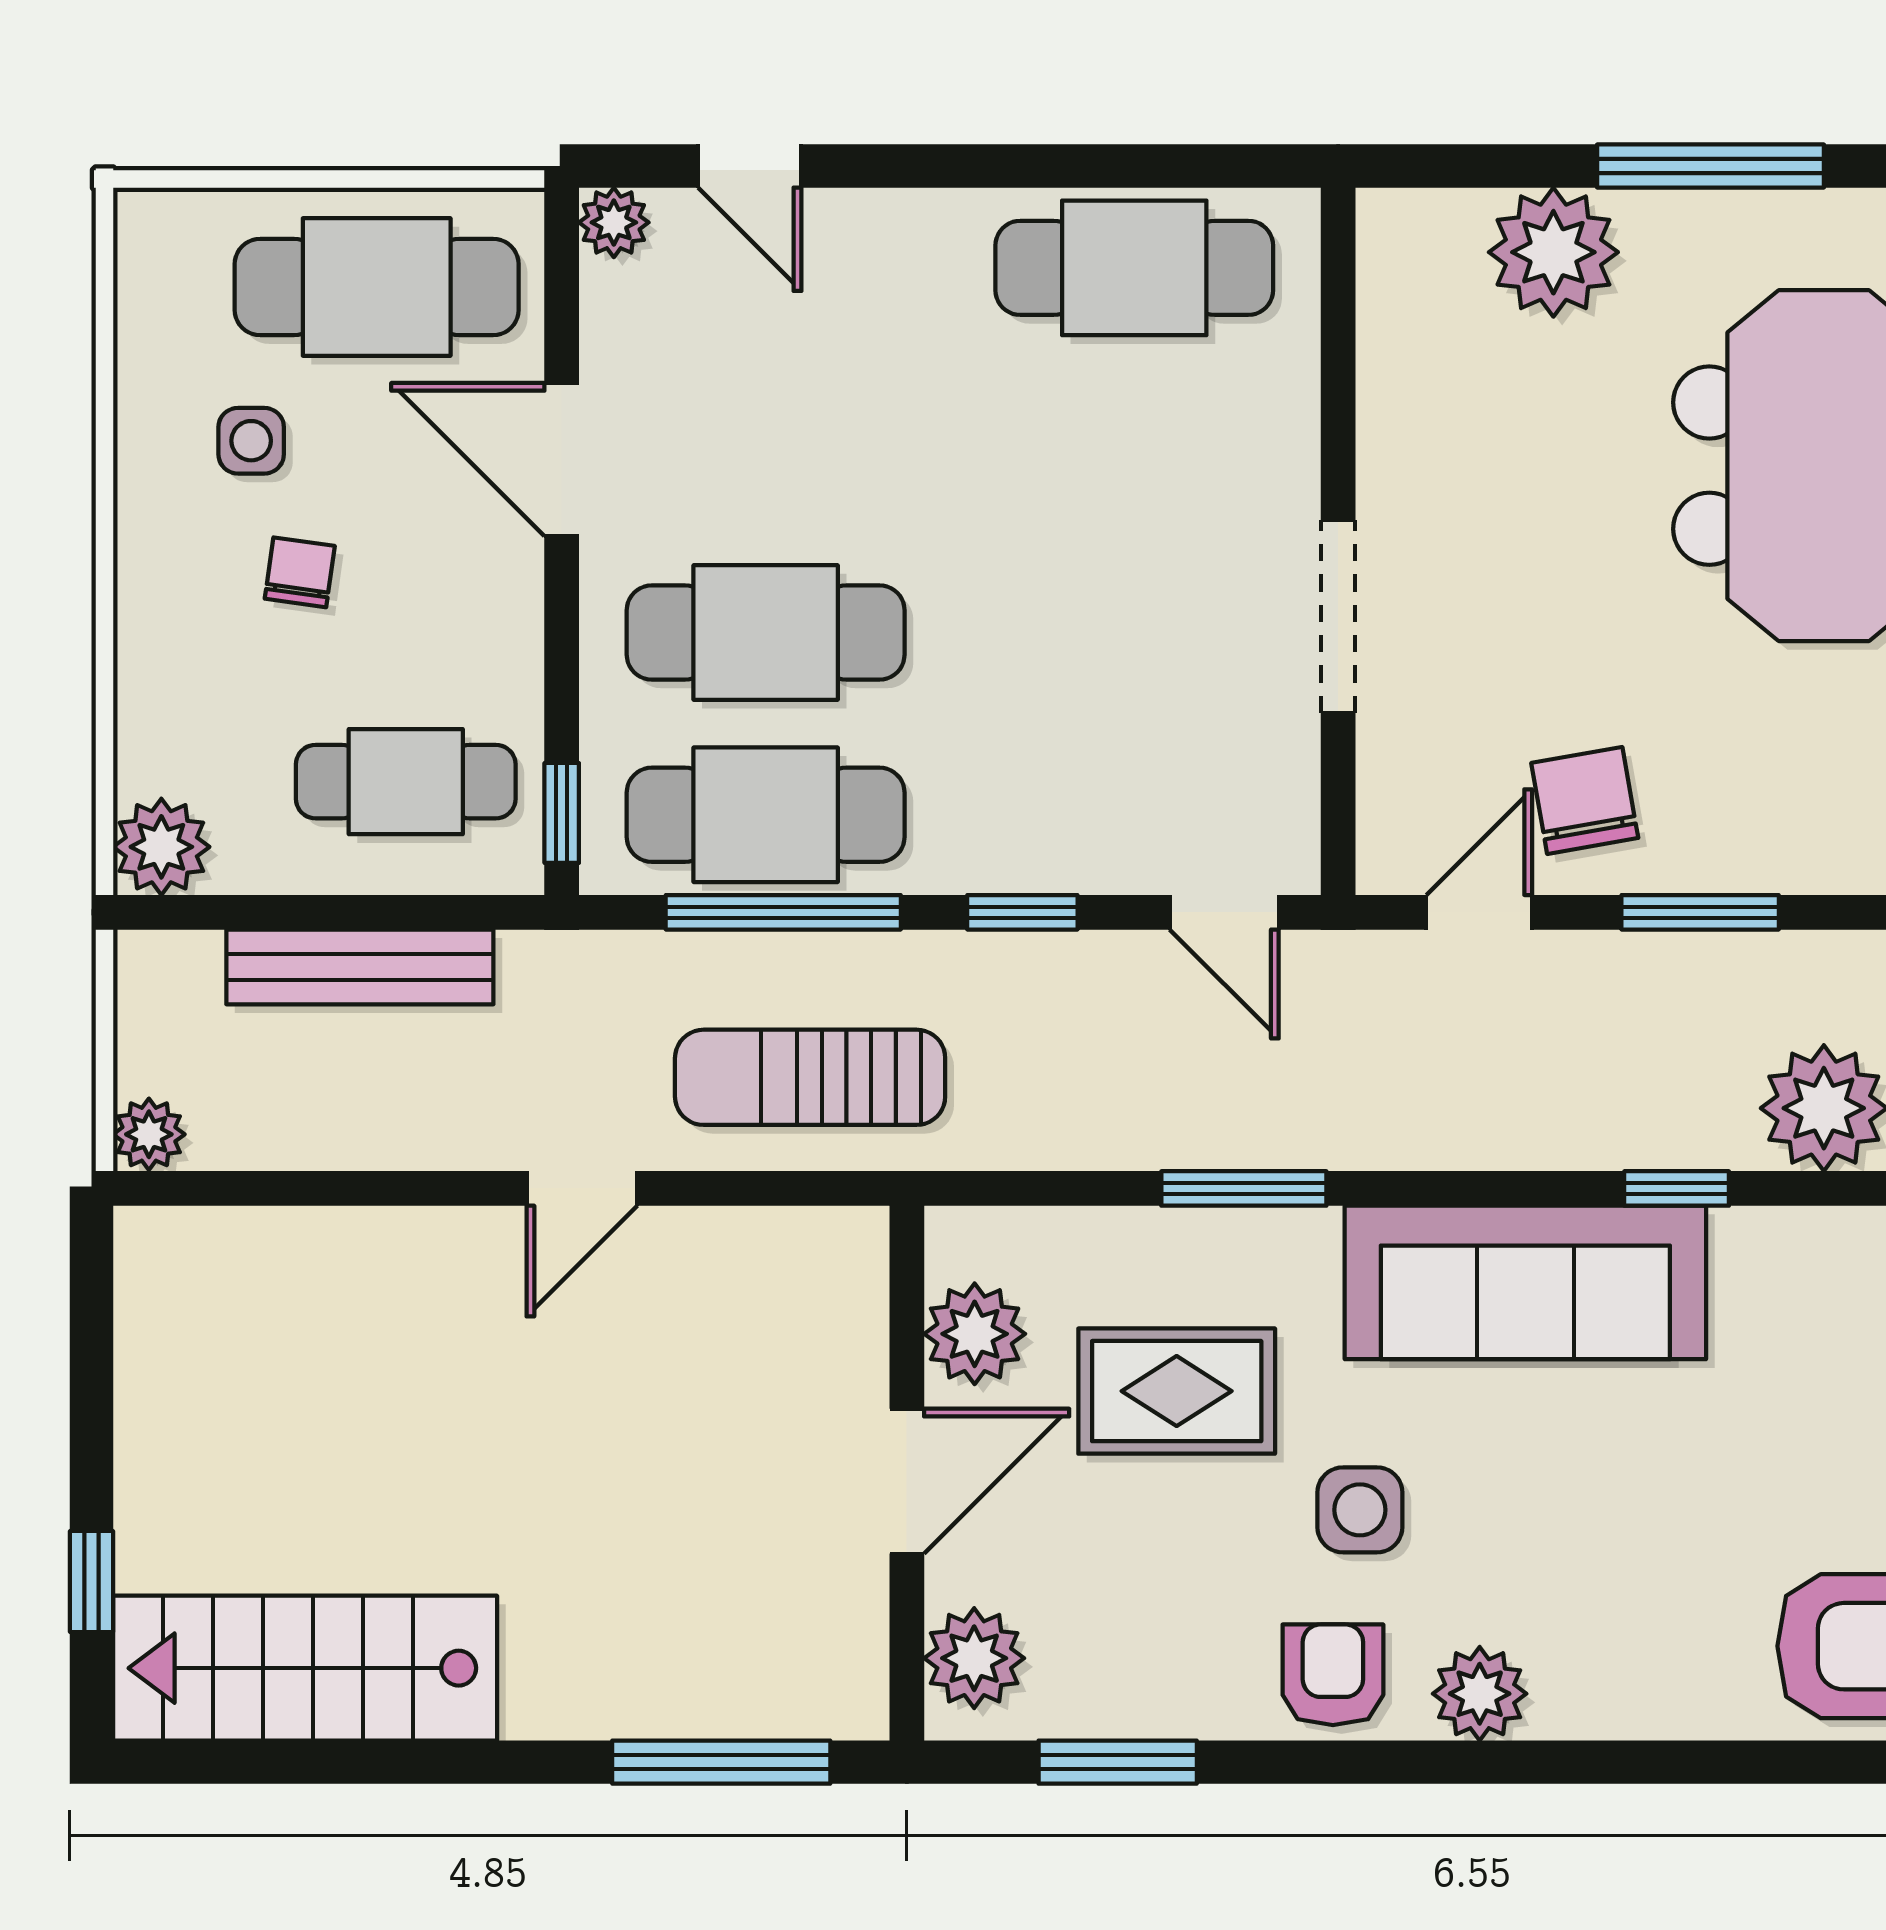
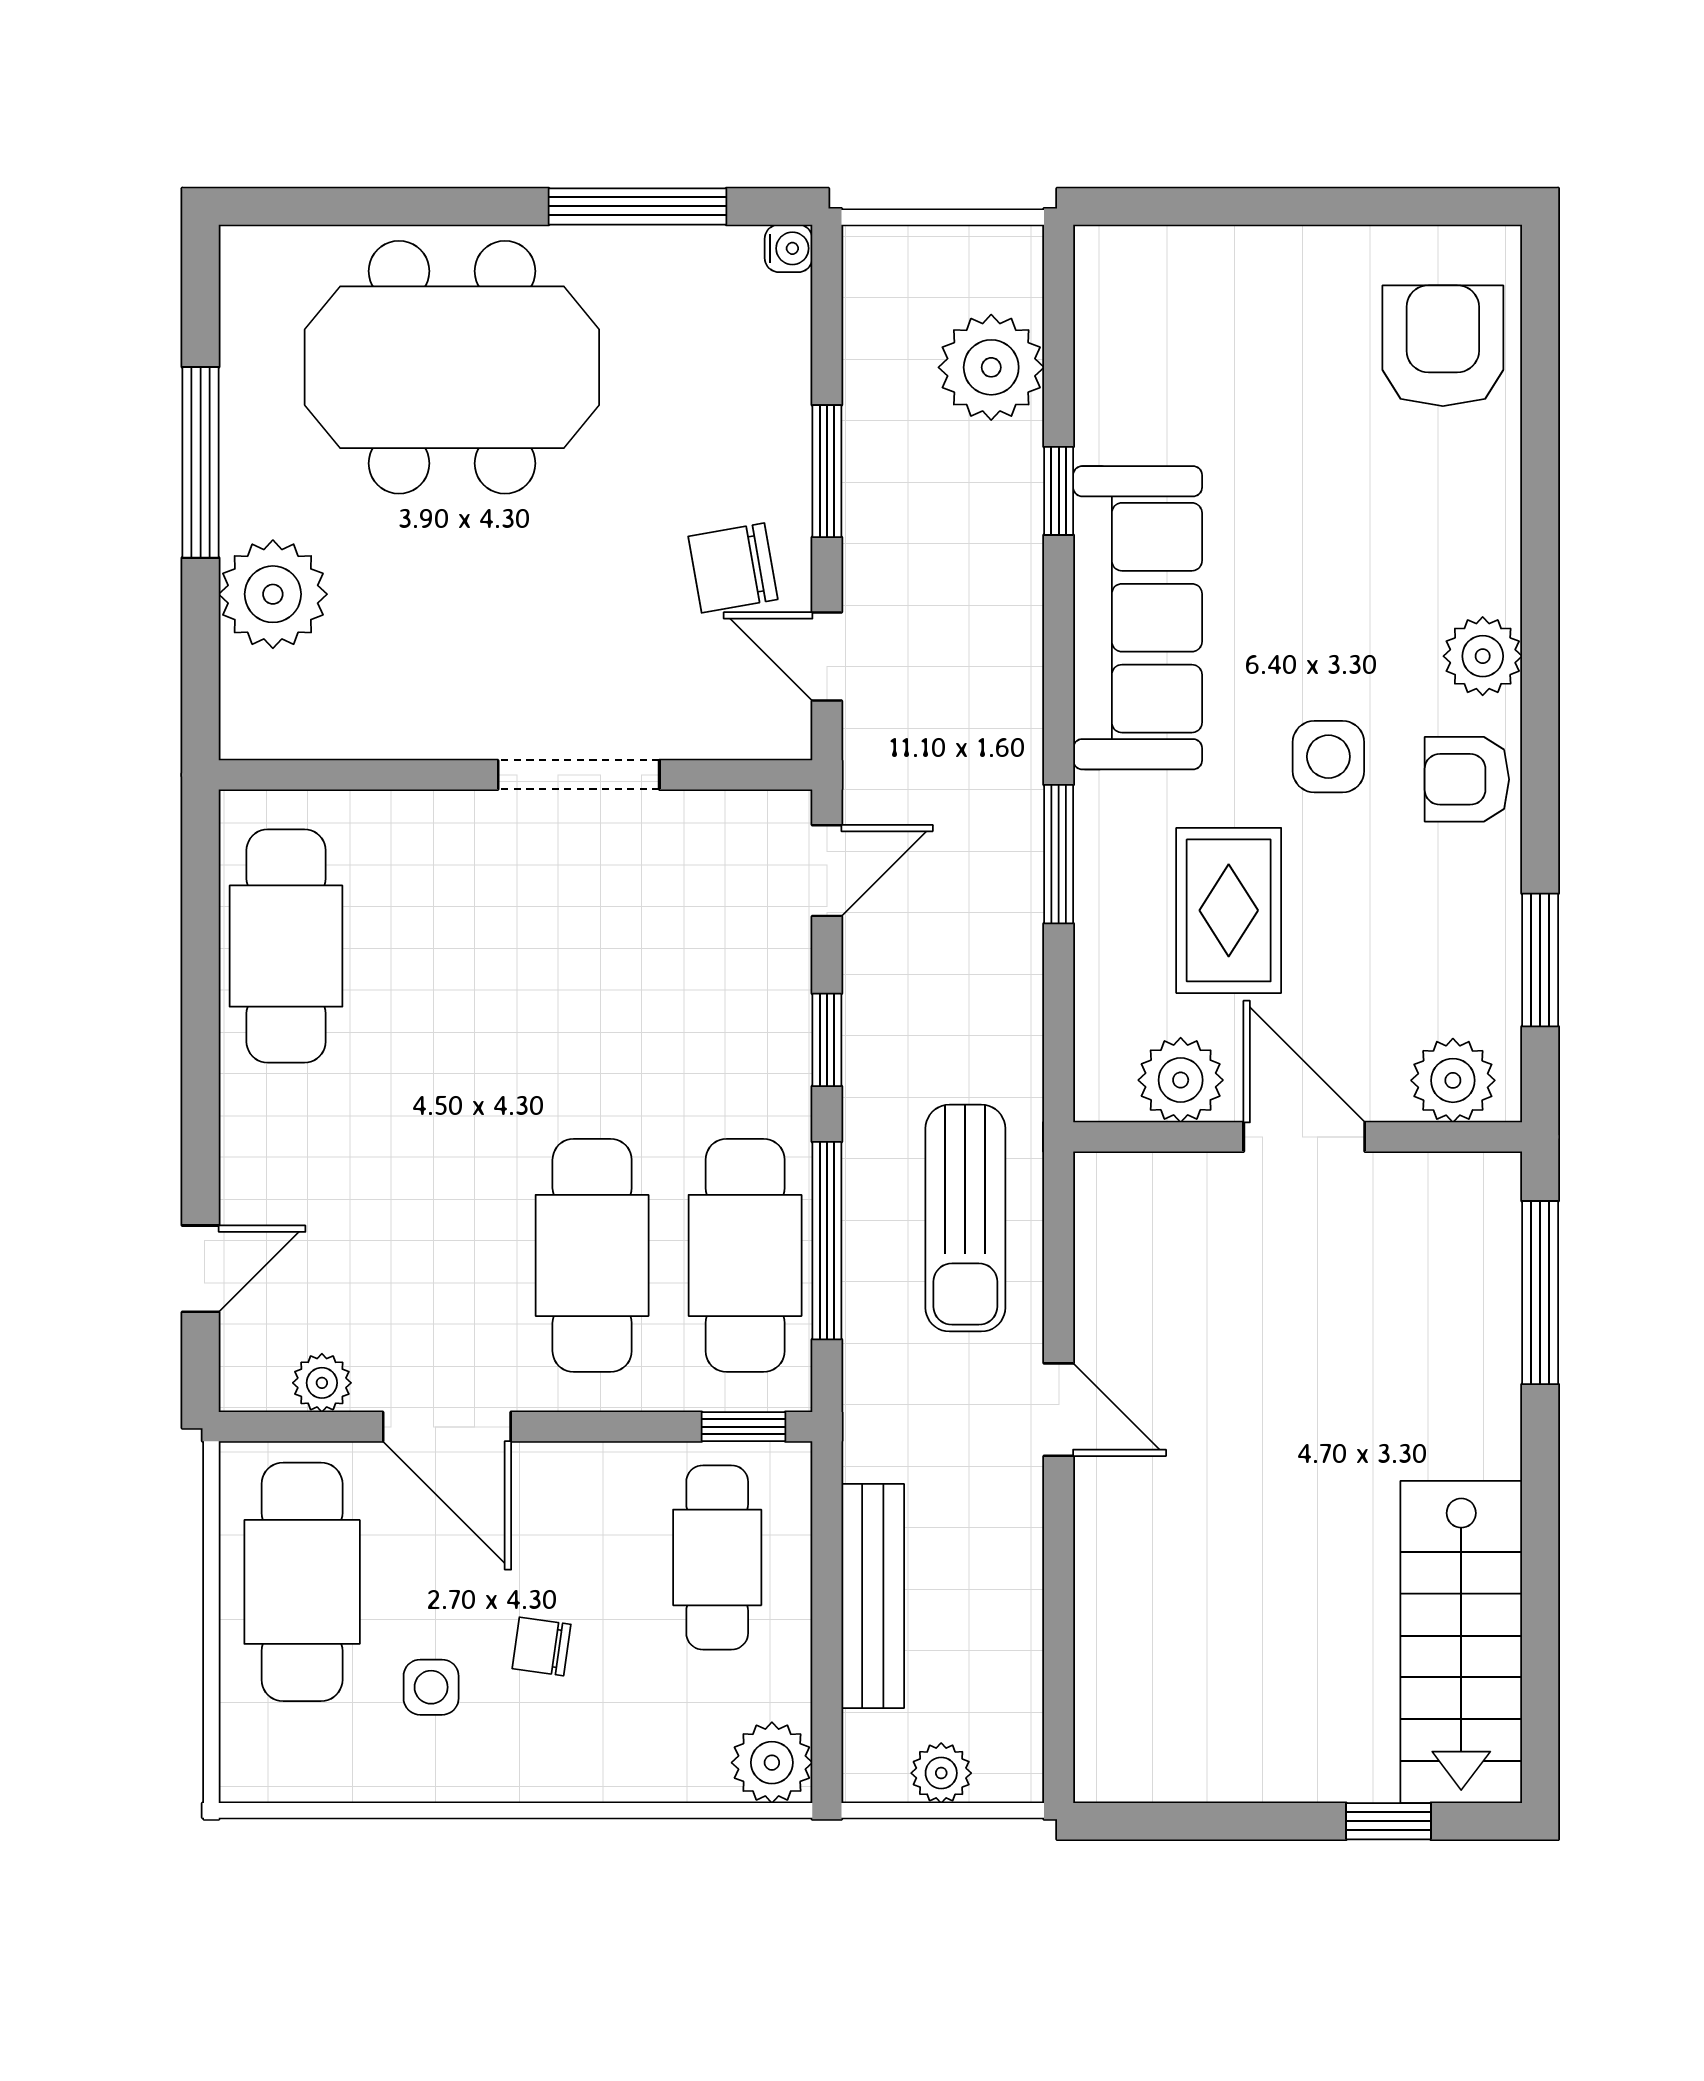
plant: (614, 222) -> (322, 1383), moved
door: (562, 460) -> (447, 1427), hinge flipped
plant: (149, 1134) -> (941, 1773), moved

